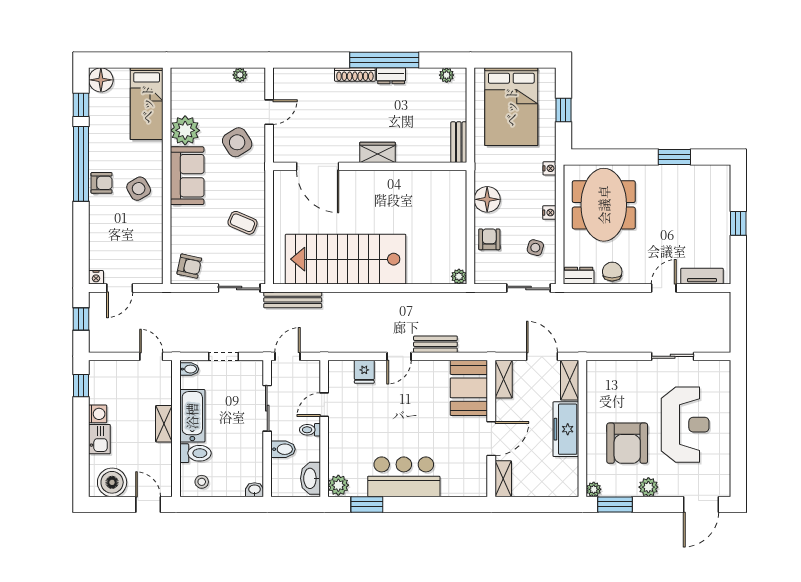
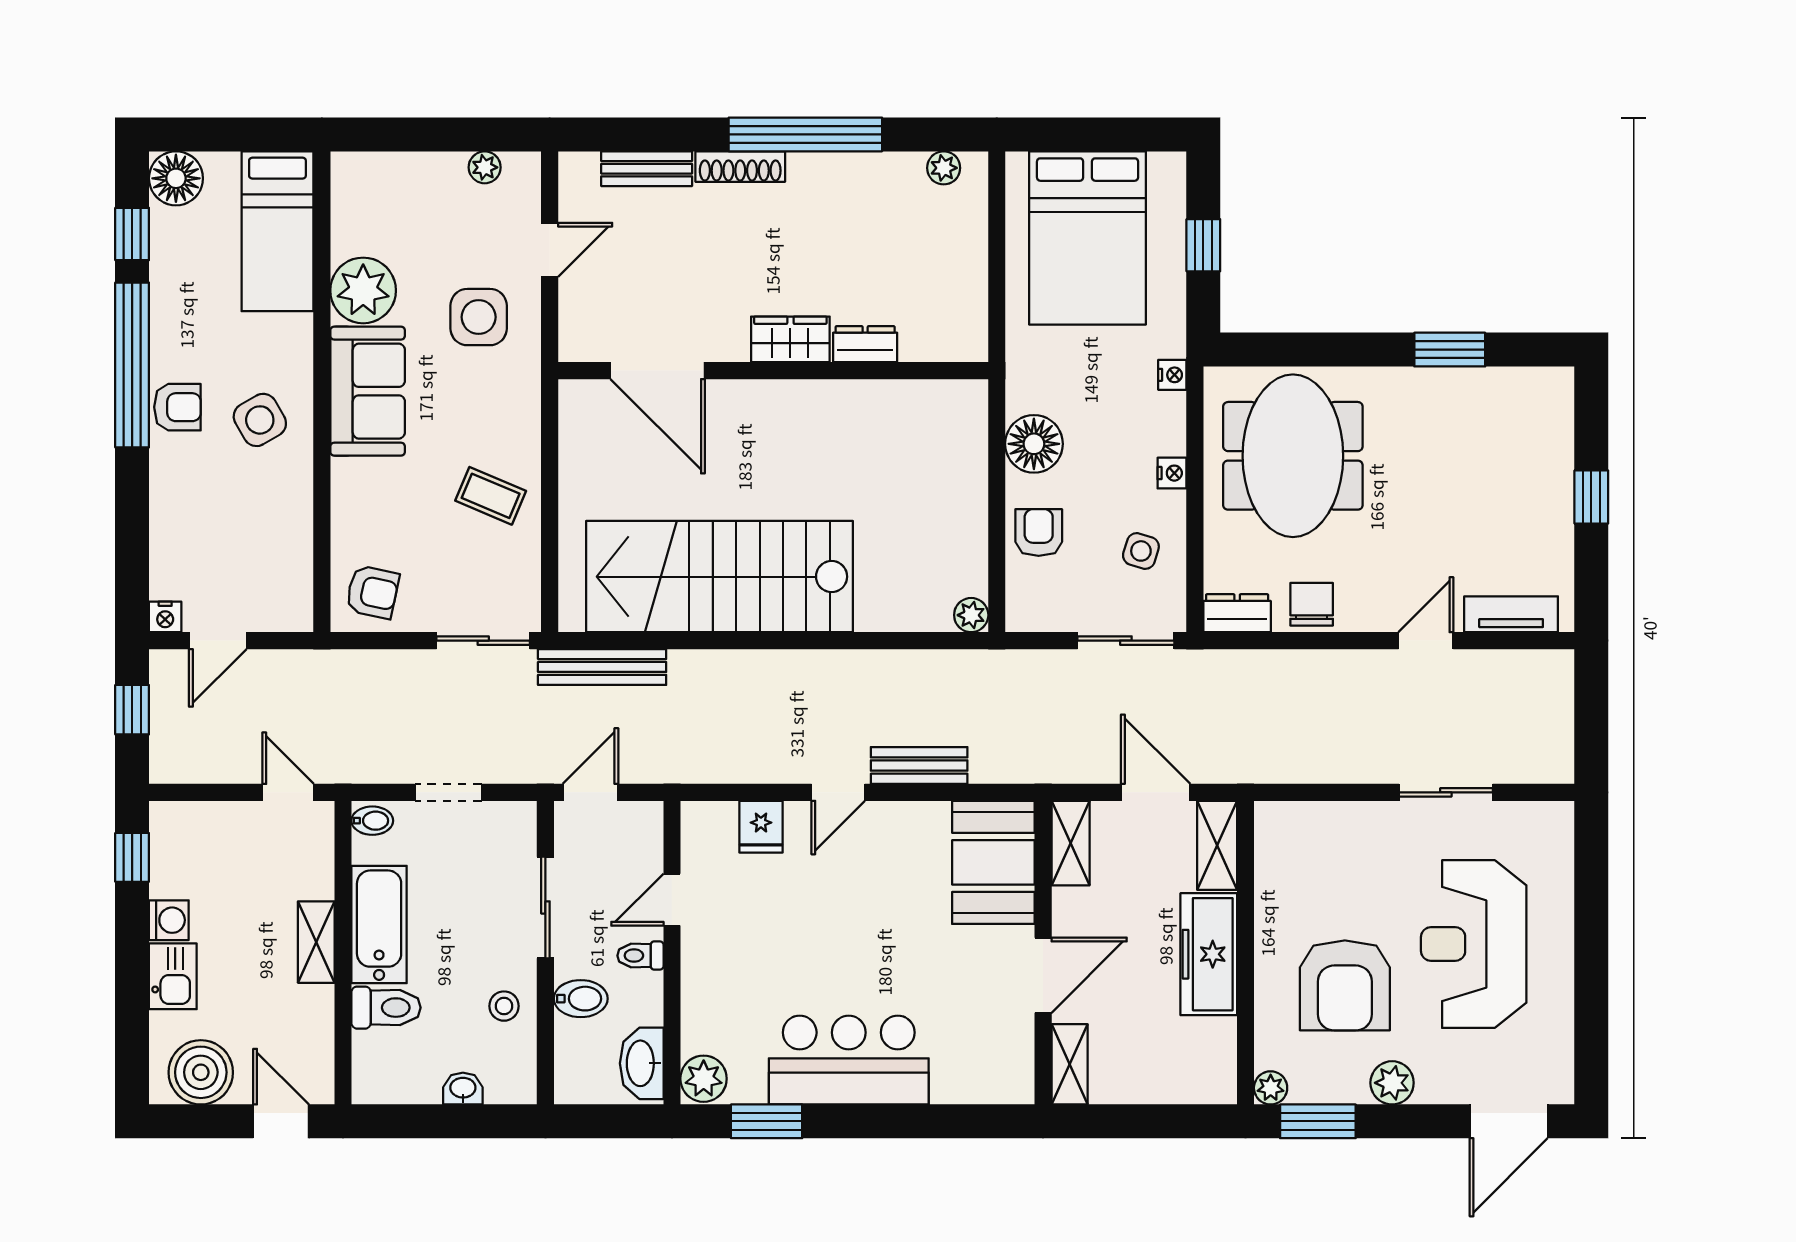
dresser: (391, 76) -> (865, 344), moved, turned 180
side table: (237, 142) -> (479, 317), turned 32
bench: (459, 142) -> (647, 169), moved, turned 90
reception desk: (685, 425) -> (1474, 944), turned 180
stool: (202, 482) -> (504, 1006), moved
washbasin: (255, 490) -> (463, 1089), moved

